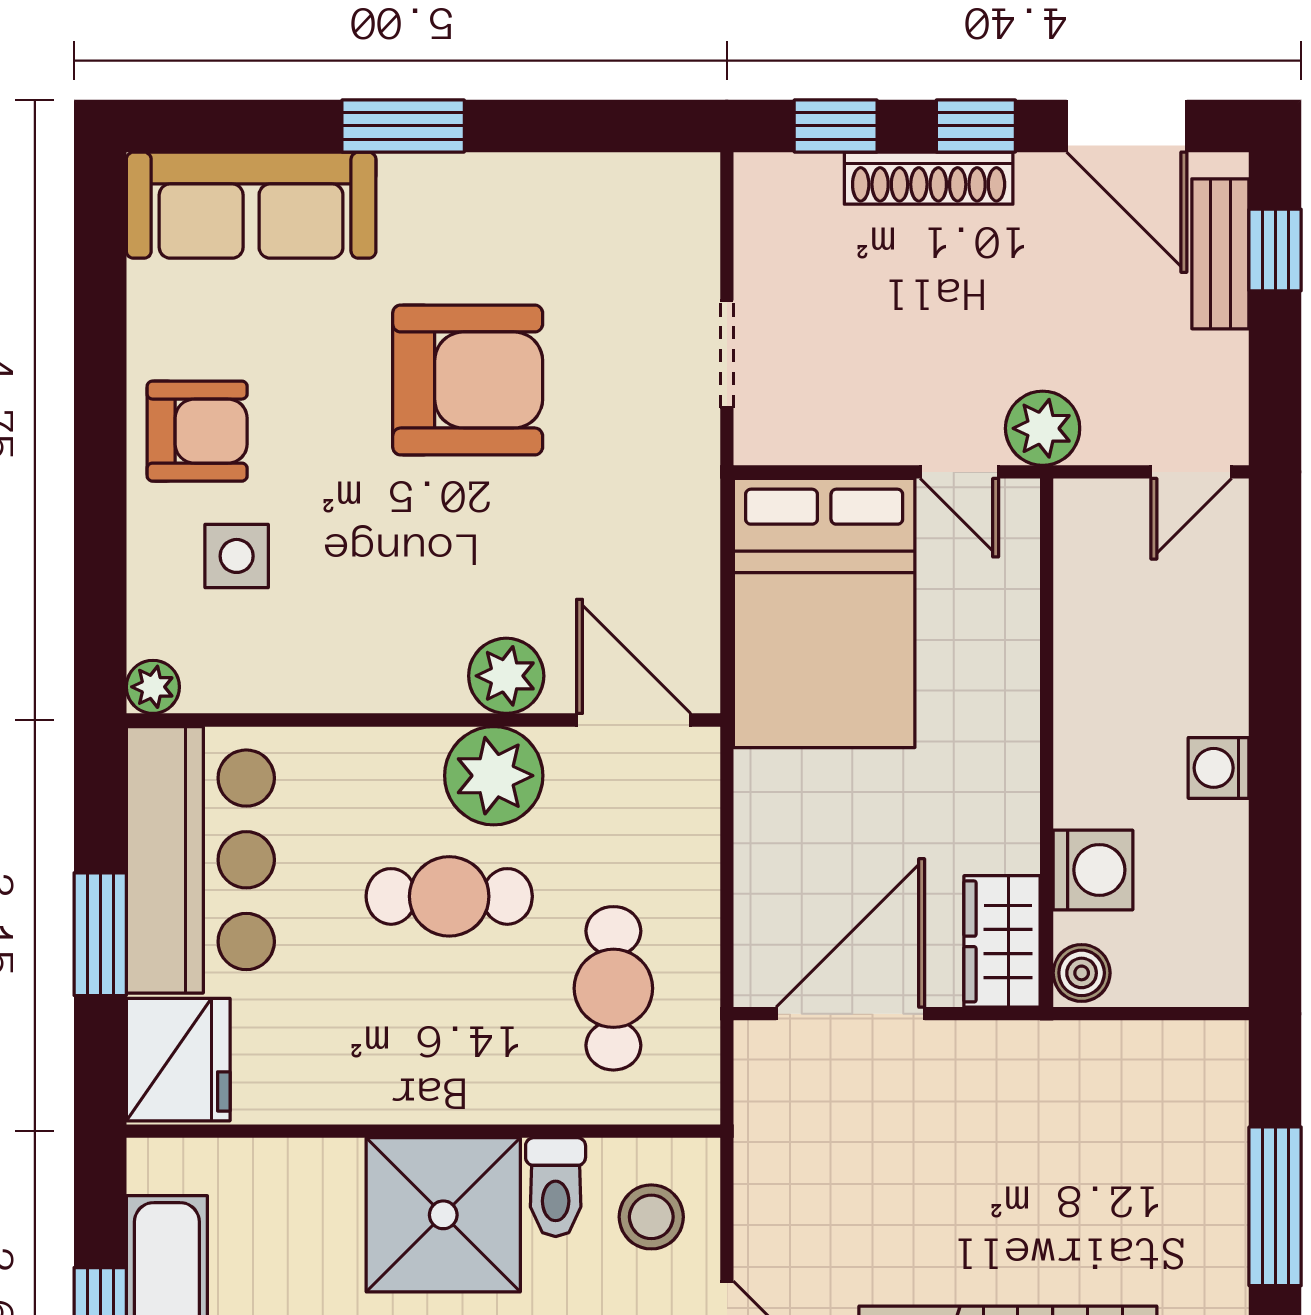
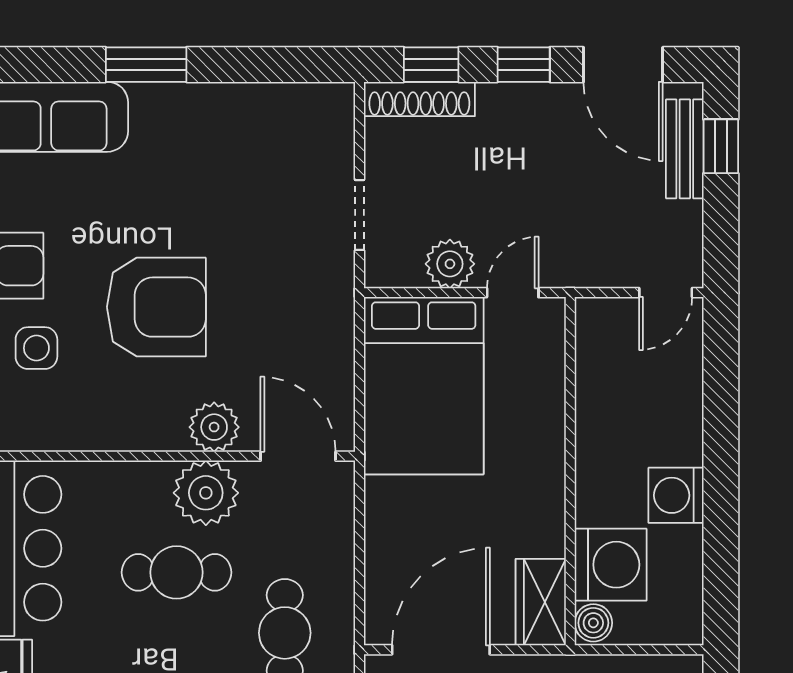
shoe rack: (929, 178) -> (419, 99), moved
armchair: (468, 380) -> (156, 307), moved
plant: (1043, 428) -> (450, 264), moved
door: (959, 472) -> (513, 293), swing flipped
washing machine: (1219, 768) -> (676, 495), width x1.38, depth x1.38
washing machine: (1093, 870) -> (611, 565), width x1.37, depth x1.37

